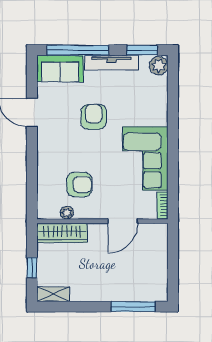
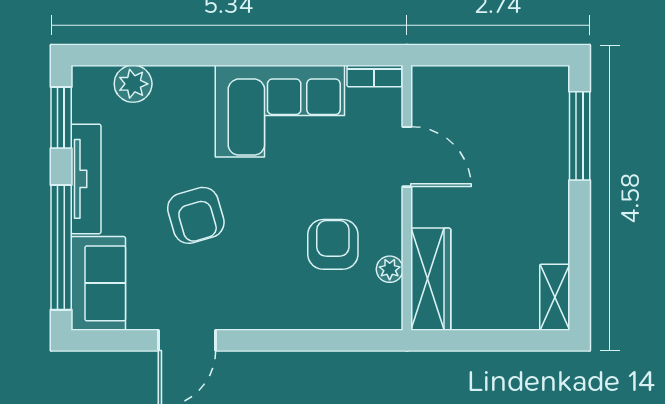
plant: (159, 66) -> (133, 84), moved
armchair: (94, 117) -> (196, 215), turned -106
window: (32, 268) -> (501, 340), removed

